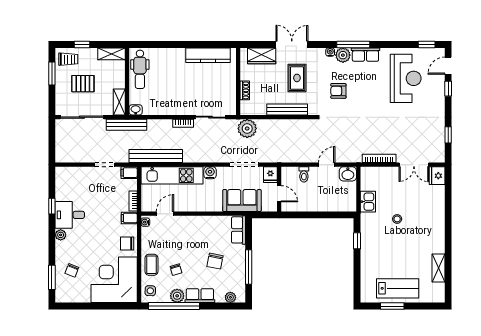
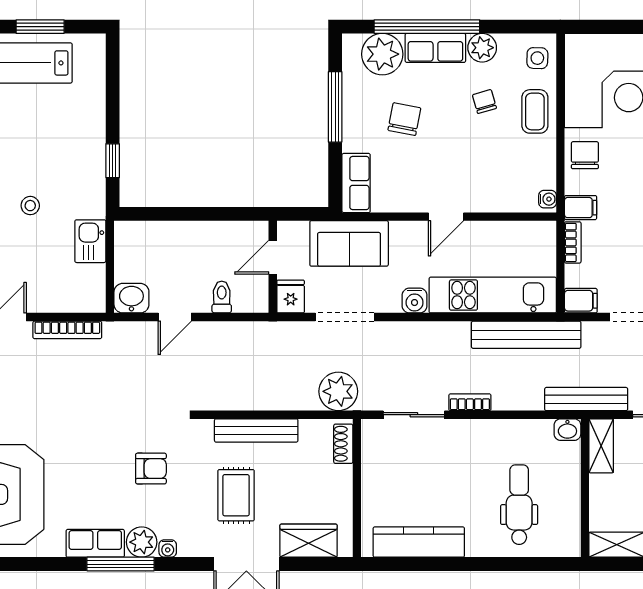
dental chair: (140, 69) -> (519, 505), moved
shoe rack: (245, 90) -> (343, 444), moved
door: (279, 194) -> (273, 257), hinge flipped
door: (165, 214) -> (446, 217), moved
chair: (127, 243) -> (585, 155), turned -90
plant: (230, 297) -> (382, 54), width x1.87, depth x1.87
window: (174, 306) -> (427, 27), moved

